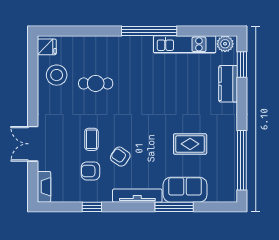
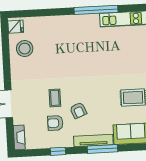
cafe table: (96, 83) -> (56, 54), removed
armchair: (120, 157) -> (78, 110), turned -146
window: (174, 207) -> (102, 149), moved

